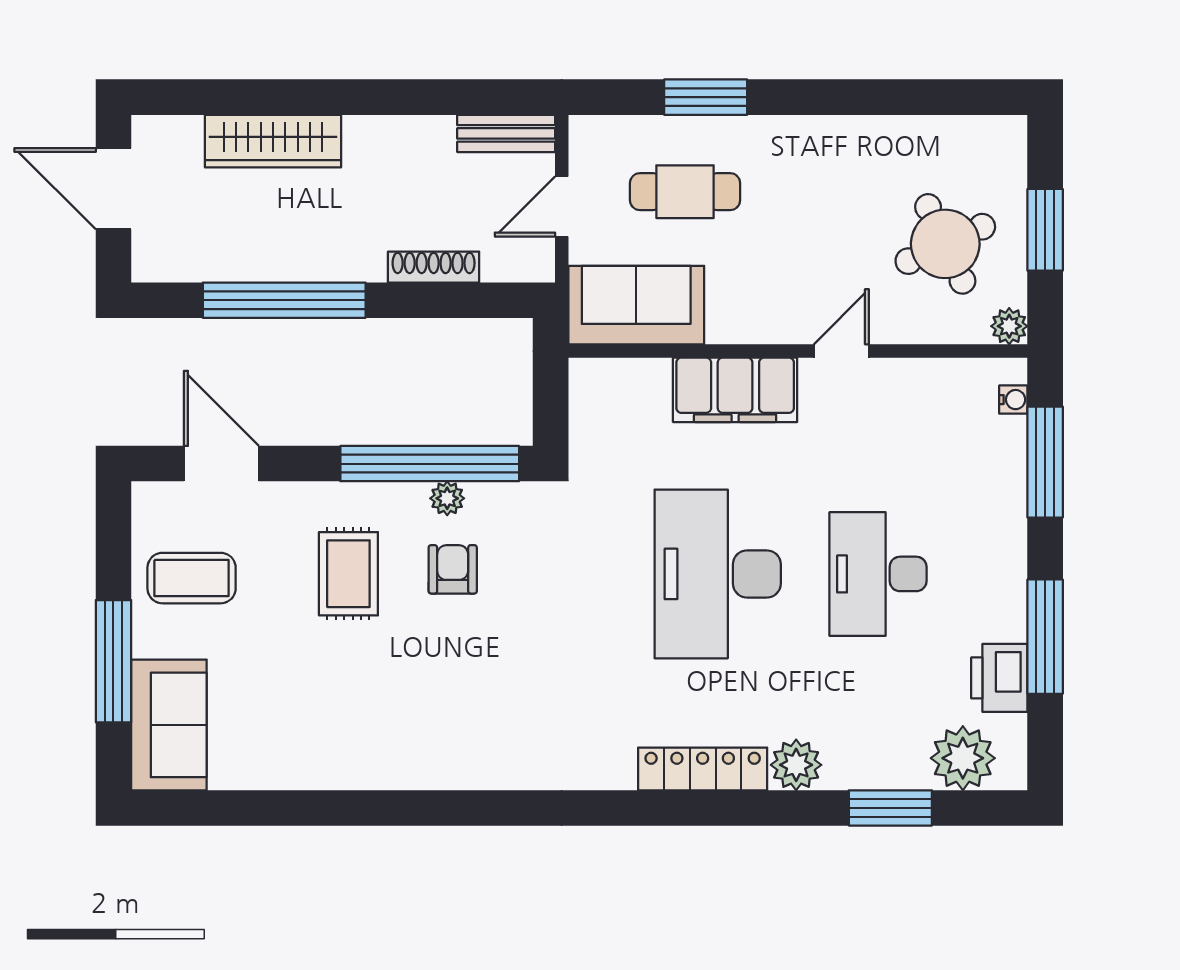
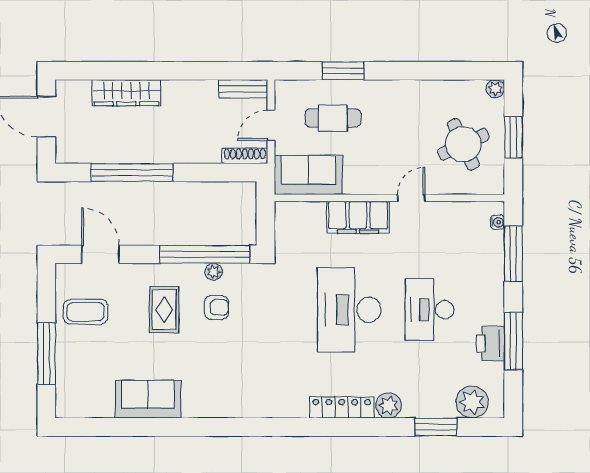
shoe rack: (434, 267) -> (245, 156), moved
plant: (1009, 326) -> (495, 89), moved
armchair: (453, 569) -> (216, 307), turned 90
printer: (999, 678) -> (490, 343), moved
sofa: (169, 725) -> (148, 399), moved, turned -90

